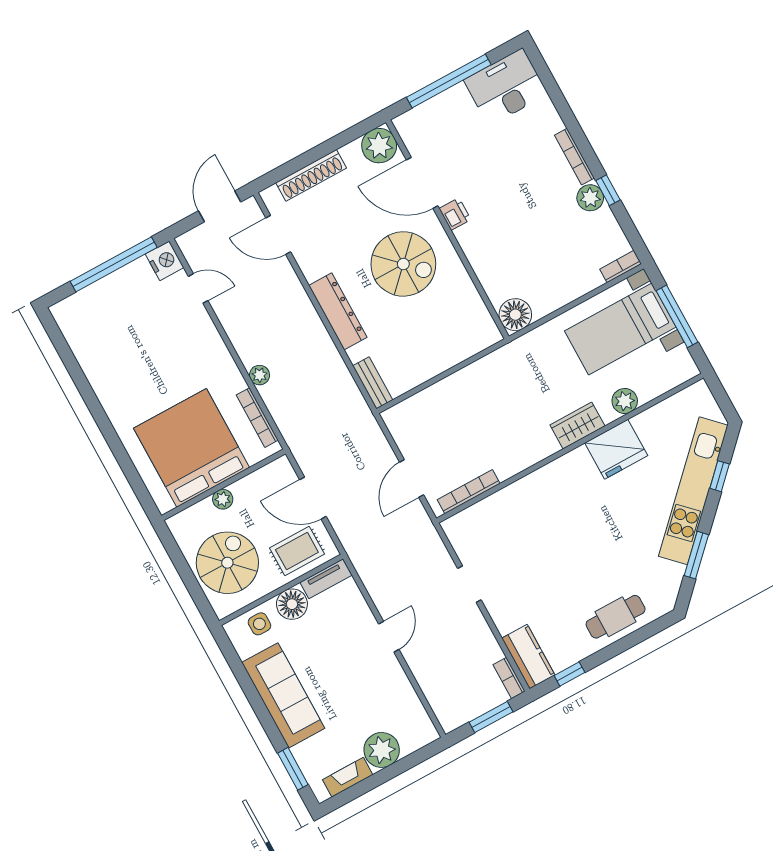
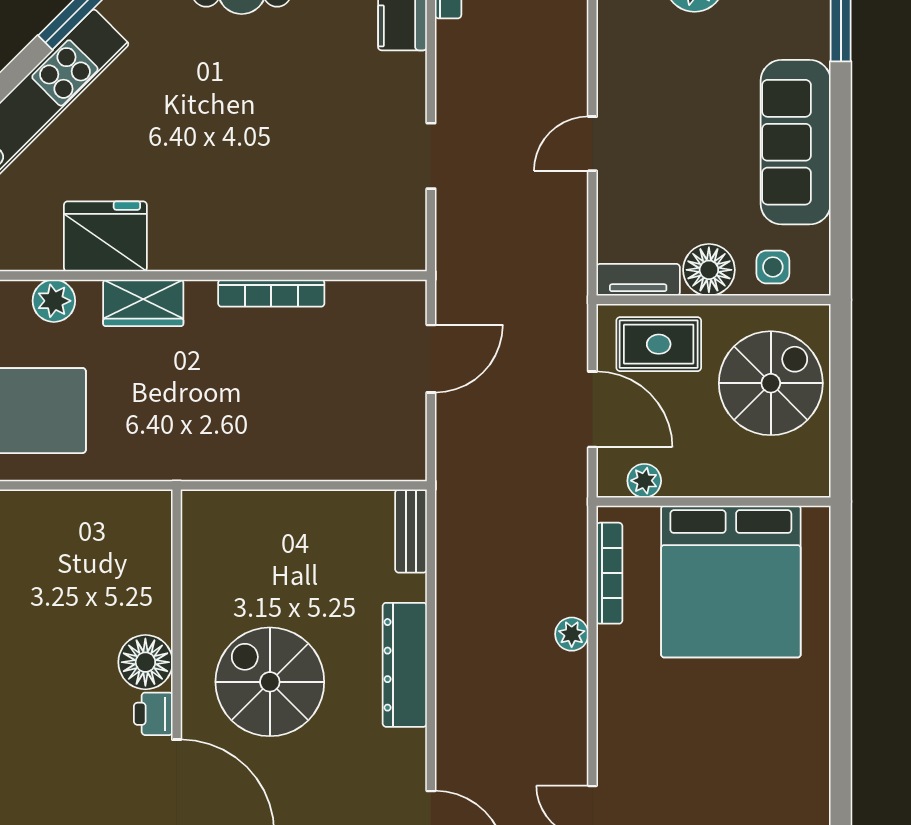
floor lamp: (515, 315) -> (145, 662), moved
bookcase: (469, 492) -> (271, 293), moved
plant: (223, 499) -> (644, 481), moved
spiral stairs: (227, 563) -> (771, 383), turned 180

